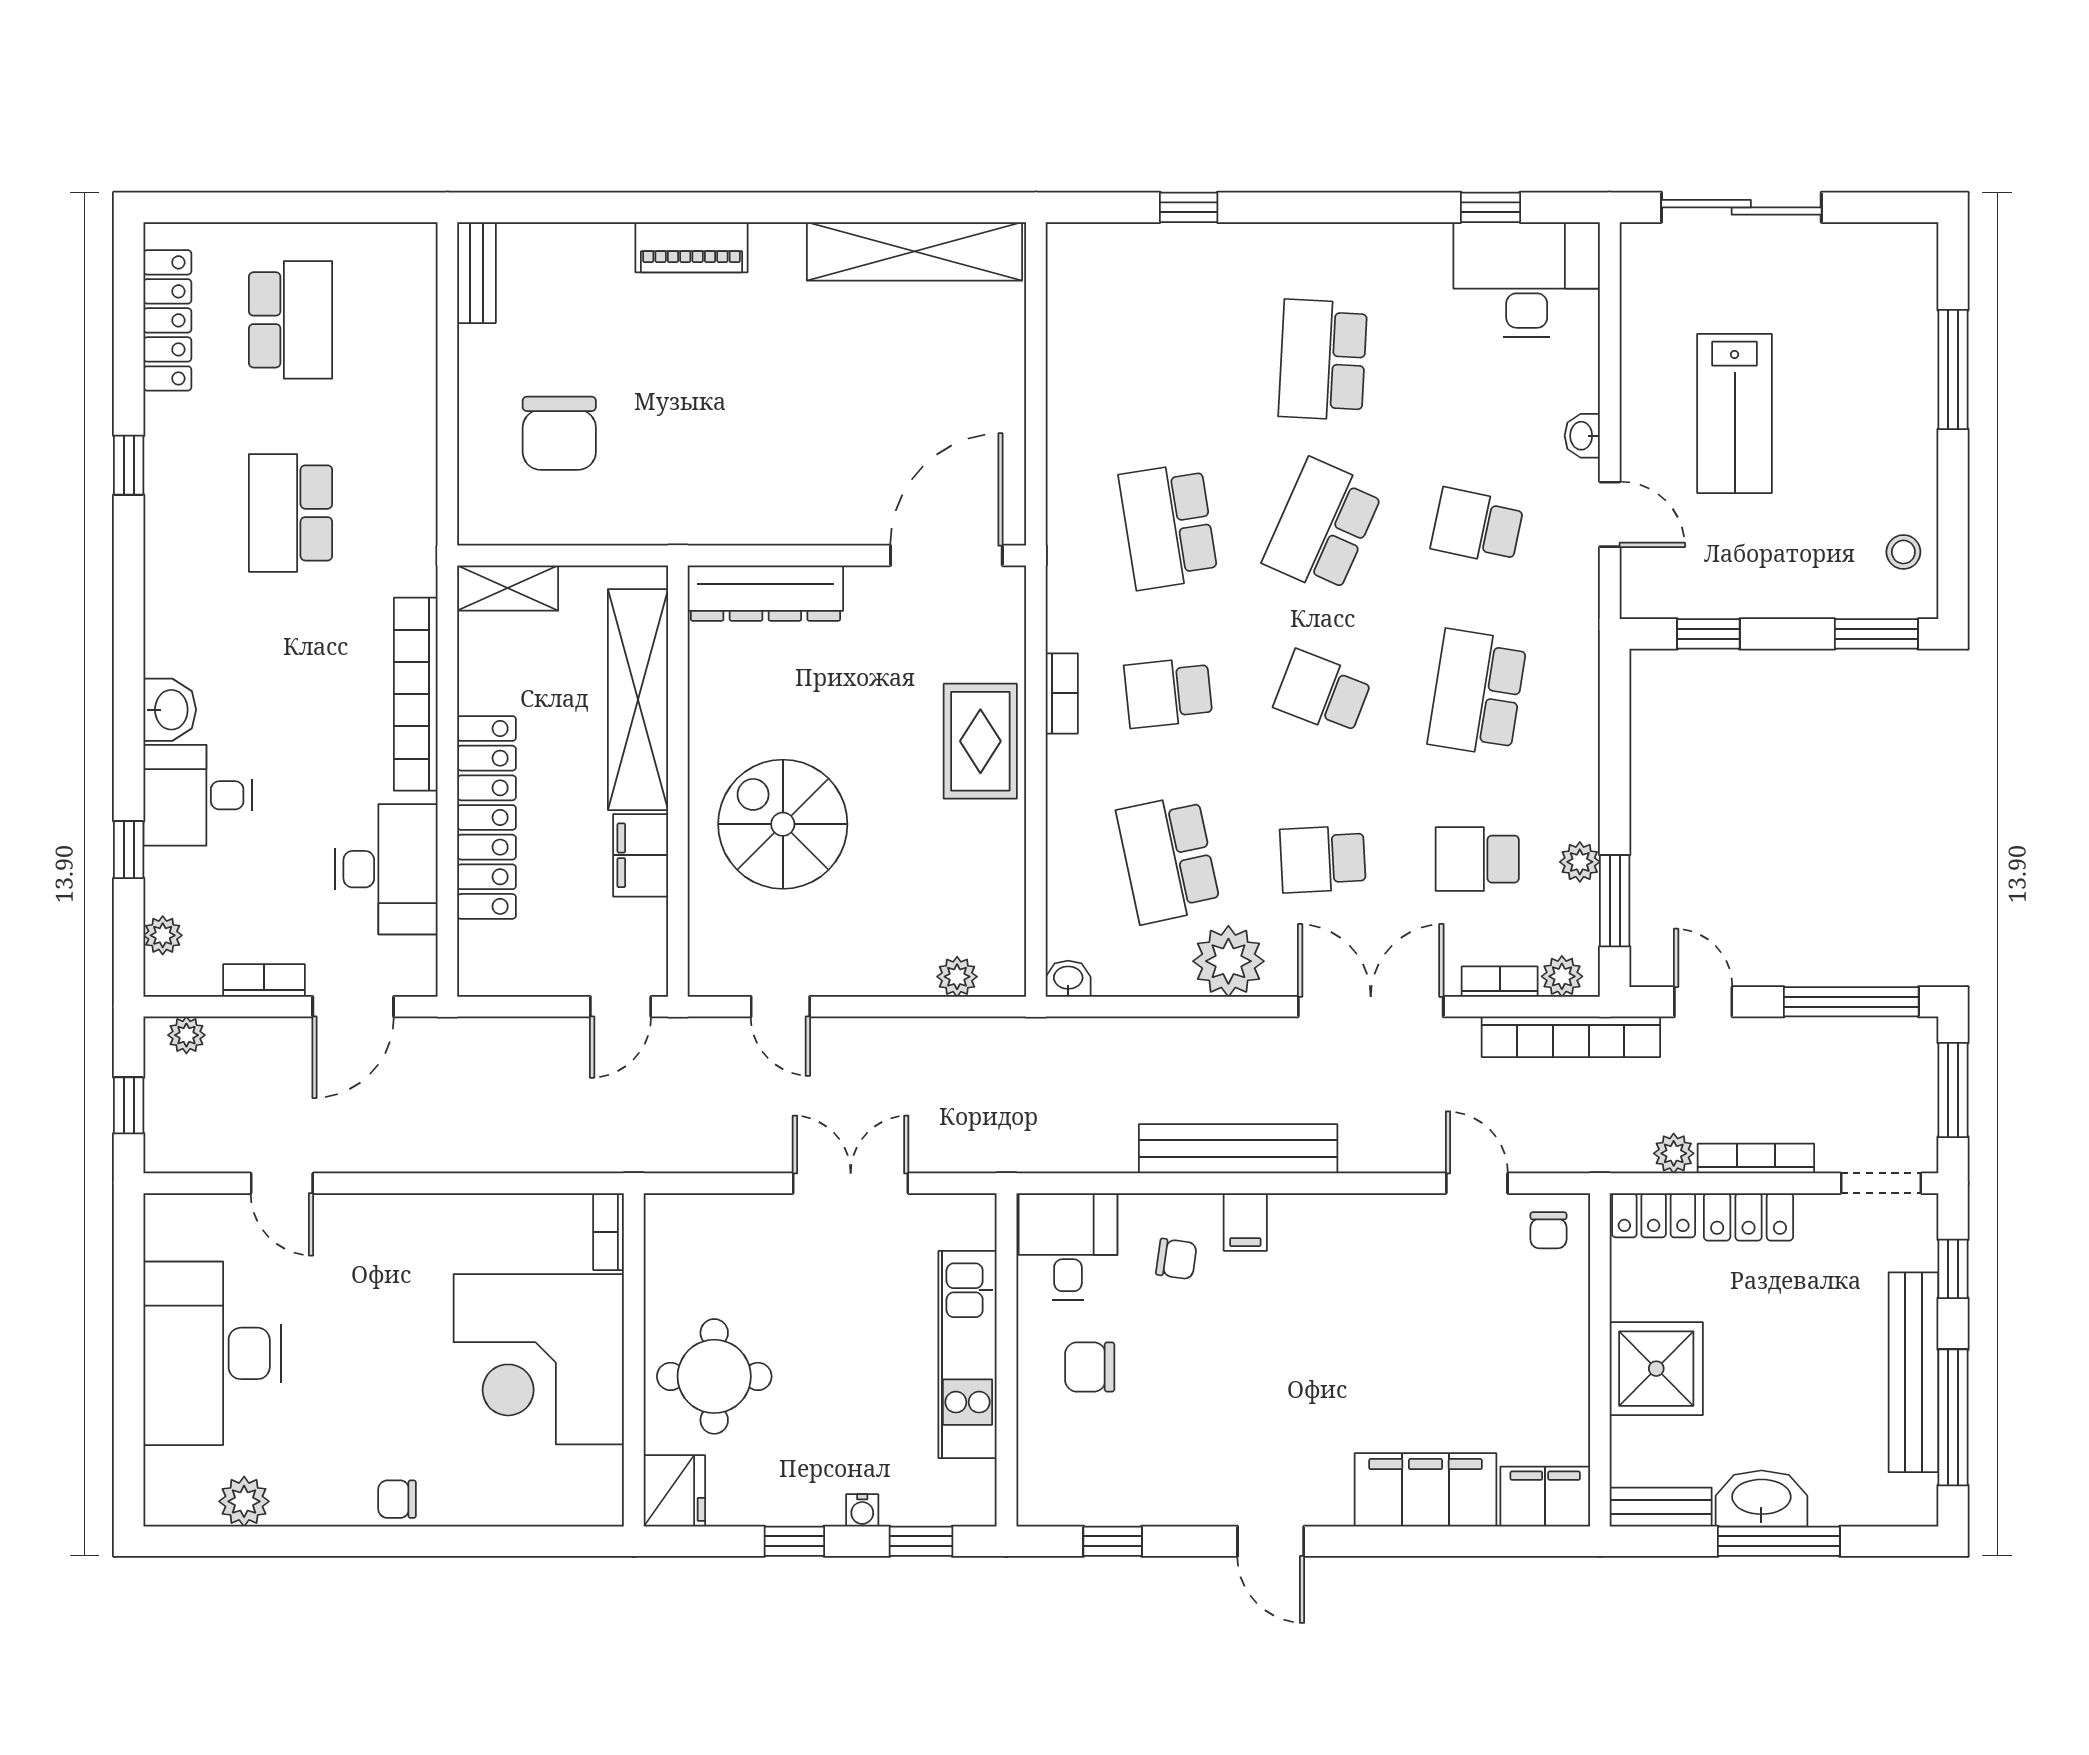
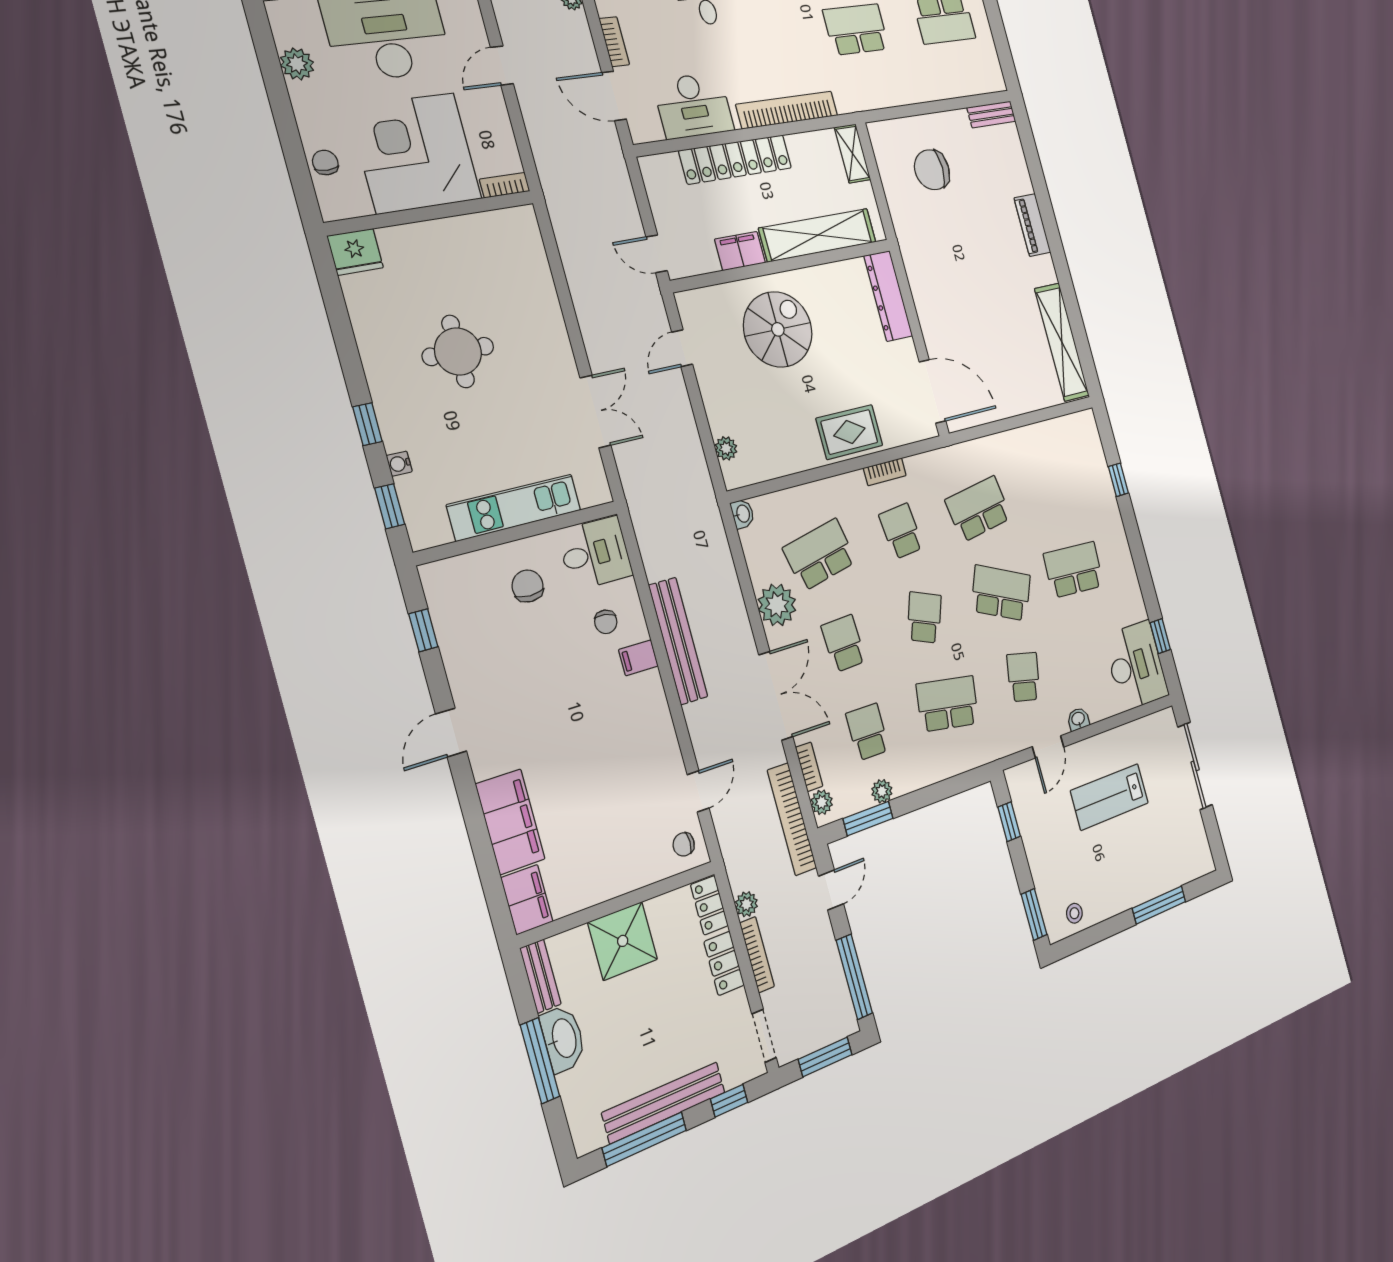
bookcase: (609, 1232) -> (505, 185), moved
corner desk: (539, 1359) -> (415, 153), moved
wall: (634, 1360) -> (431, 213), moved
fridge: (674, 1491) -> (355, 252), moved

